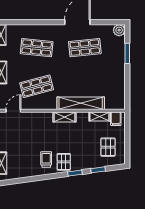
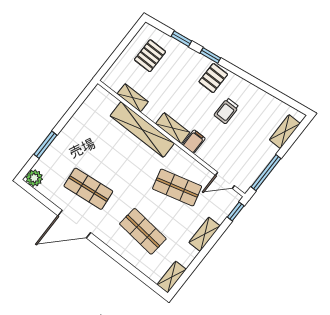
filing cabinet: (116, 119) -> (194, 142), moved
trolley: (46, 159) -> (226, 111), moved

